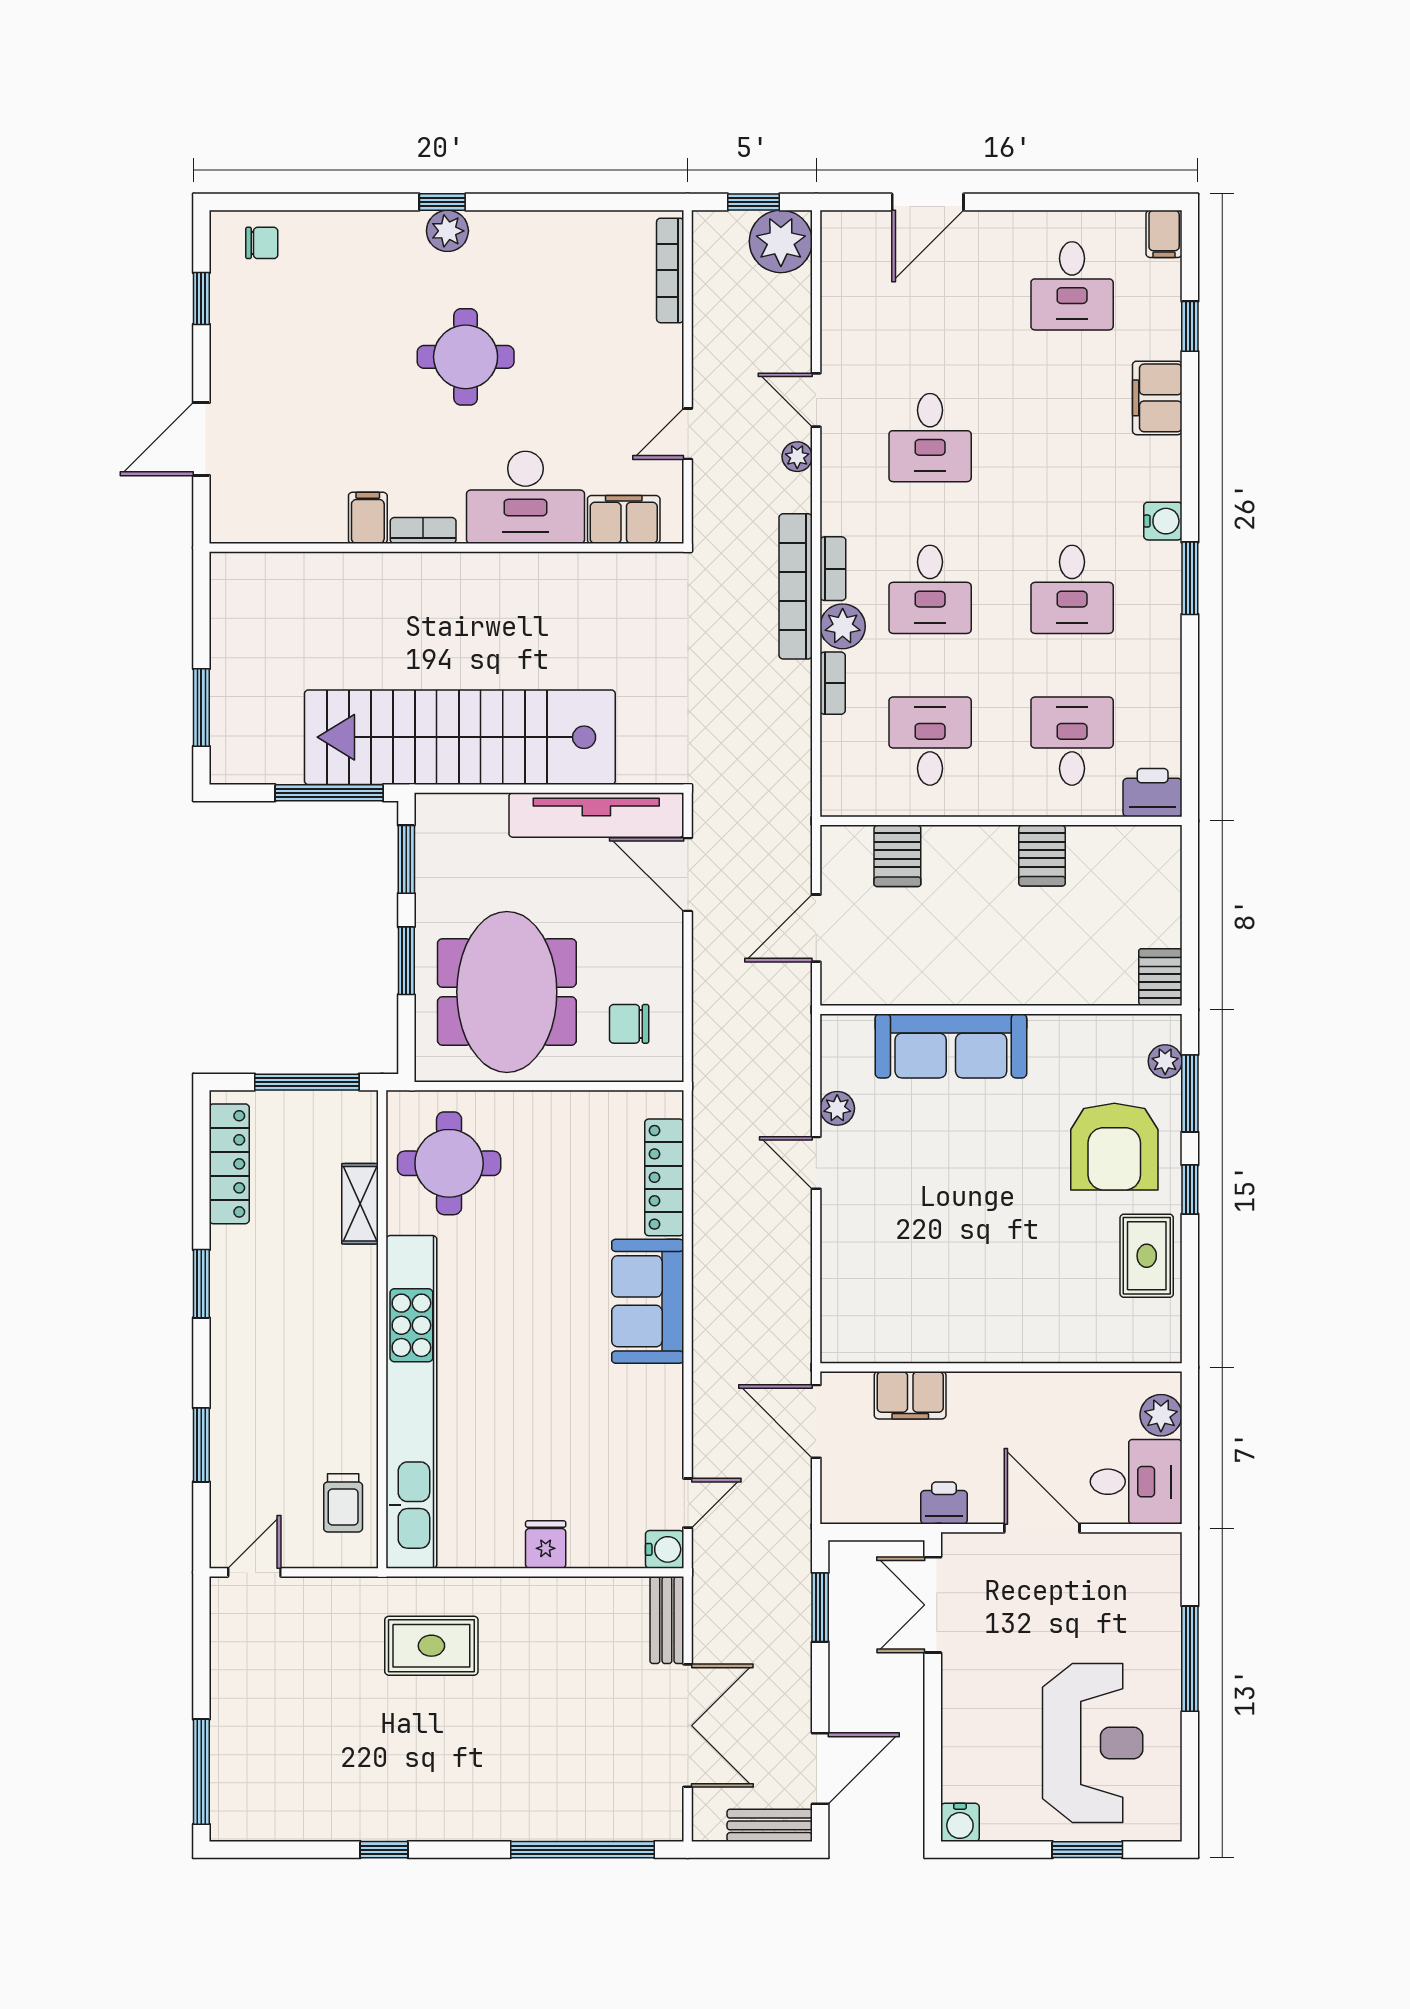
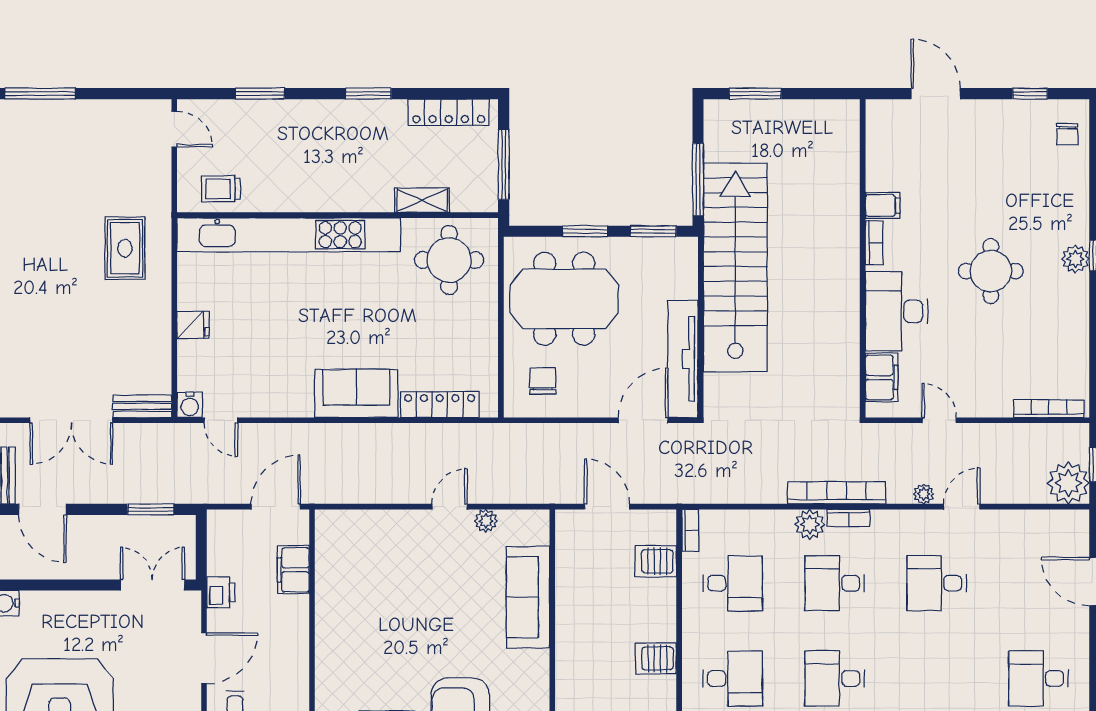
bookcase: (833, 683) -> (690, 530), moved, turned -90

